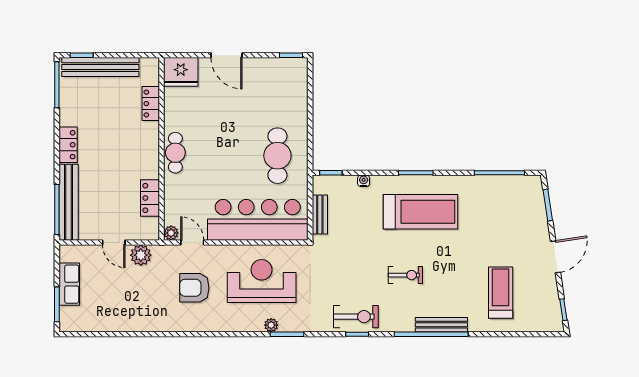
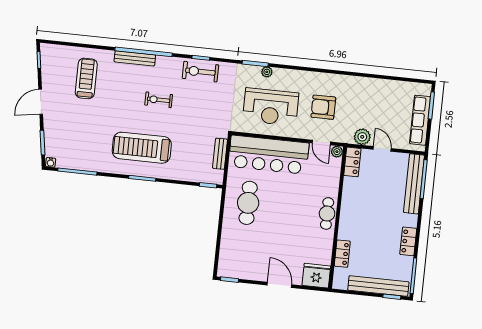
locker: (68, 145) -> (408, 241), moved
water cooler: (364, 181) -> (51, 162), moved
locker: (150, 198) -> (352, 162), moved
row of seats: (69, 284) -> (420, 120), width x1.48
armchair: (194, 288) -> (323, 107), turned 180
treadmill: (501, 293) -> (86, 78), turned 180

